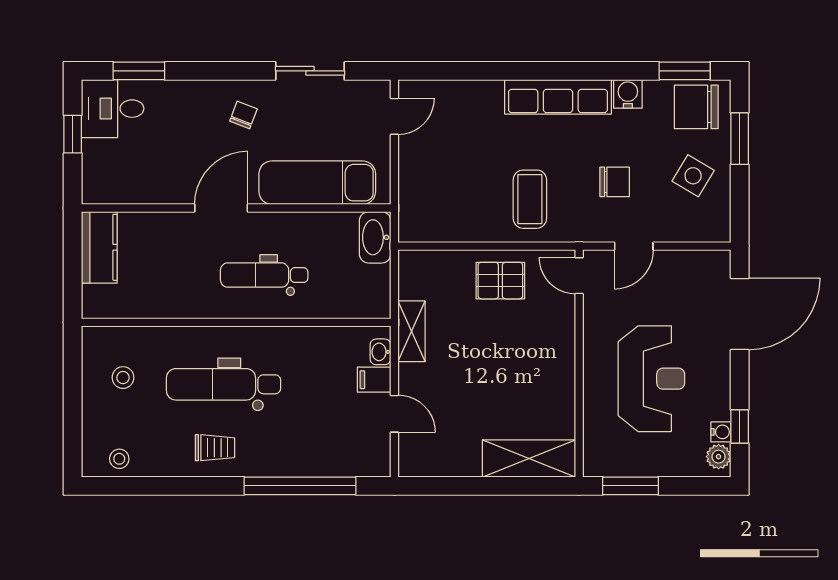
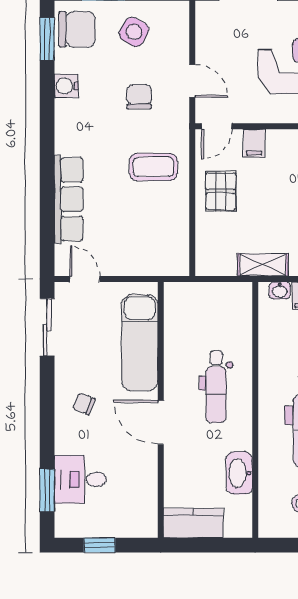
sliding door: (310, 71) -> (47, 327), moved
row of seats: (558, 97) -> (69, 199), moved
chair: (696, 107) -> (77, 29), turned -90
desk: (113, 109) -> (80, 479), moved, turned 90
washbasin: (375, 237) -> (239, 473), moved, turned 90
filing cabinet: (559, 321) -> (254, 143), added

